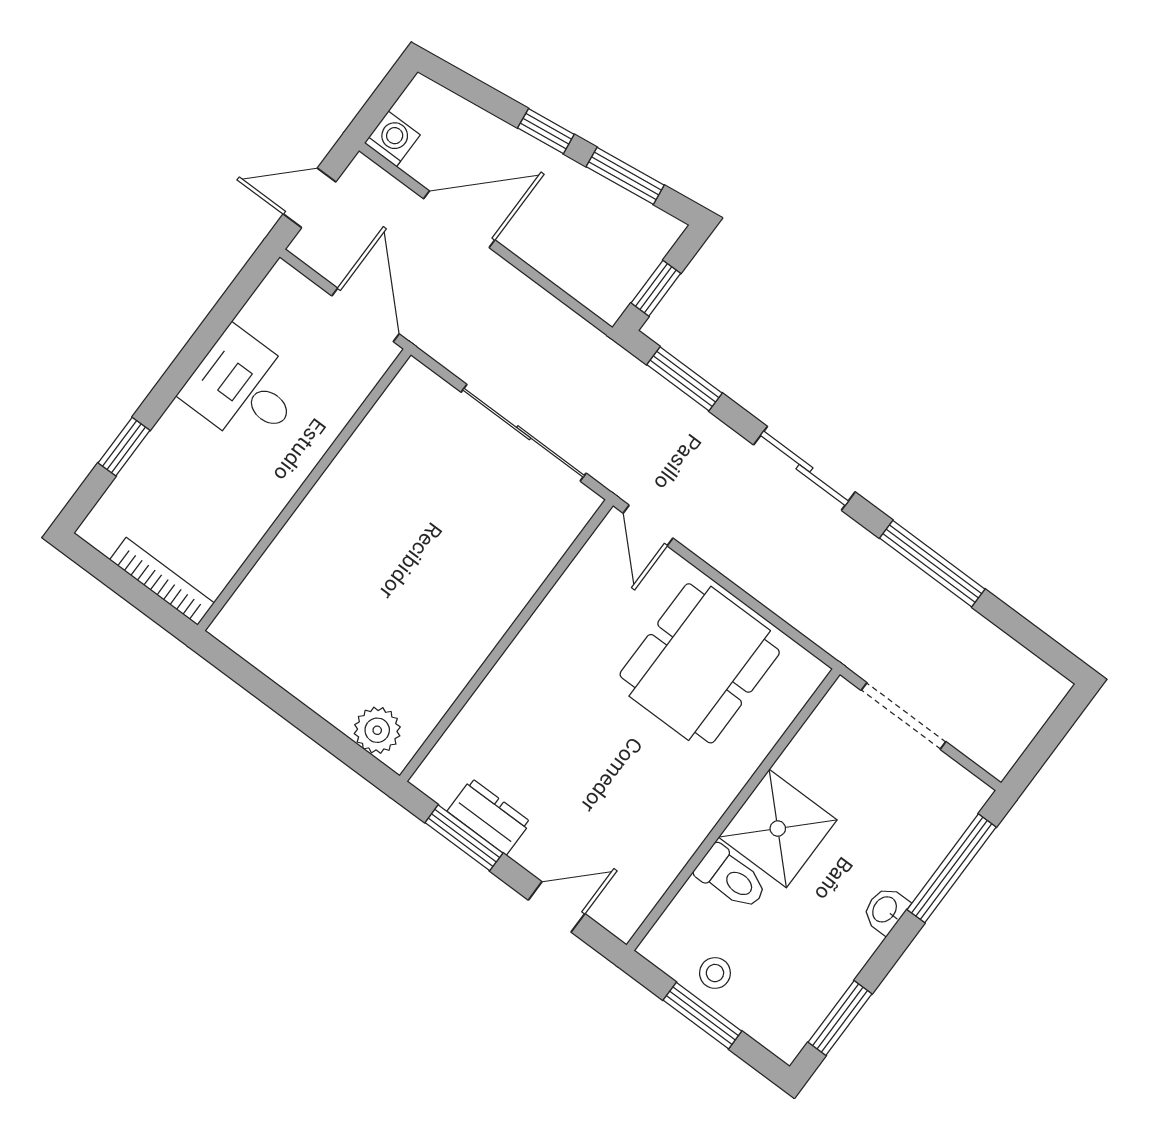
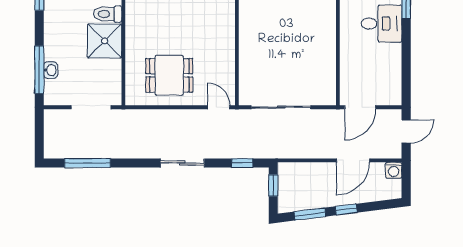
door: (365, 315) -> (360, 107), hinge flipped
window: (684, 379) -> (242, 163), width x0.67
desk: (244, 389) -> (382, 24), moved
window: (932, 564) -> (87, 163), moved
dining table: (700, 663) -> (169, 75), width x0.73
washbasin: (885, 910) -> (51, 70), moved

